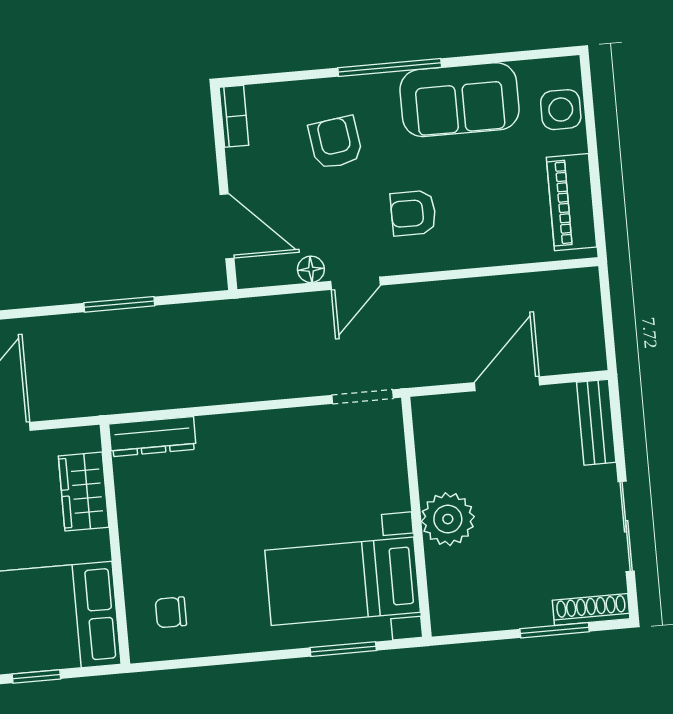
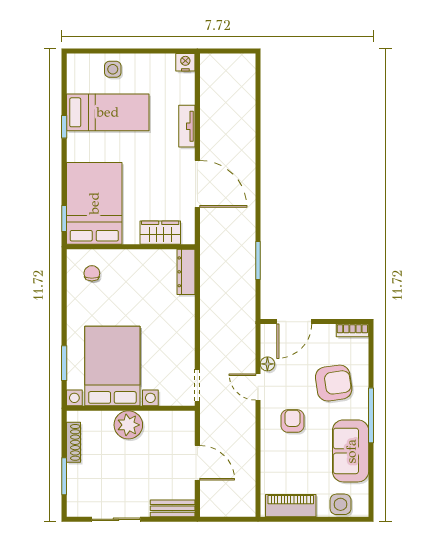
armchair: (335, 143) -> (334, 383), width x1.38, depth x1.38
bed with nightstands: (343, 581) -> (112, 366), width x1.36
shoe rack: (591, 610) -> (73, 442), moved
window: (36, 676) -> (64, 219), moved

